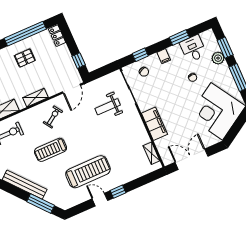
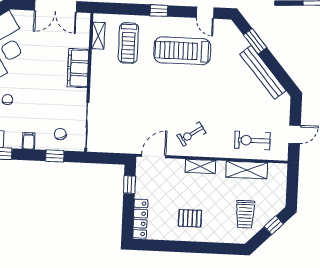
window: (25, 34) -> (176, 246), removed
locker: (57, 36) -> (140, 219), width x1.53
weight bench: (108, 107) -> (122, 115), removed
treadmill: (51, 150) -> (128, 43), moved, turned 90
door: (100, 200) -> (205, 13), moved
window: (41, 203) -> (255, 41), width x0.69

